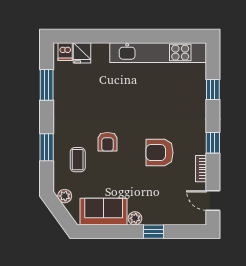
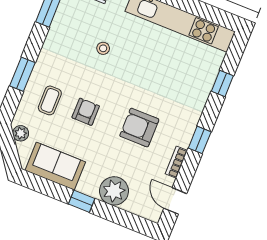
stool: (104, 100) -> (103, 48), added
armchair: (107, 142) -> (86, 112), moved, turned 180
plant: (135, 218) -> (114, 191), moved, width x1.87, depth x1.87
window: (153, 232) -> (82, 201), moved

